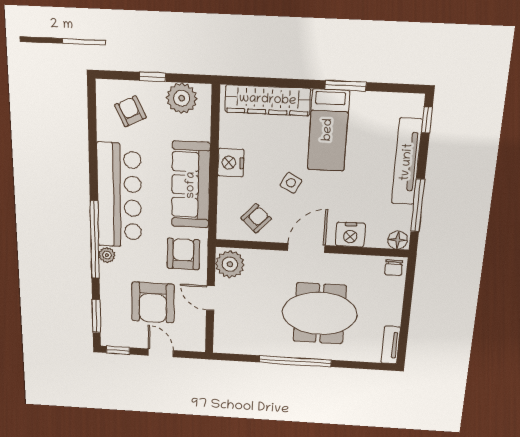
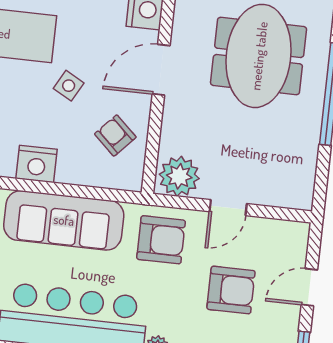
door: (306, 248) -> (161, 70), hinge flipped
armchair: (183, 254) -> (161, 240), turned 180
armchair: (153, 303) -> (231, 290), width x0.73, depth x0.73

